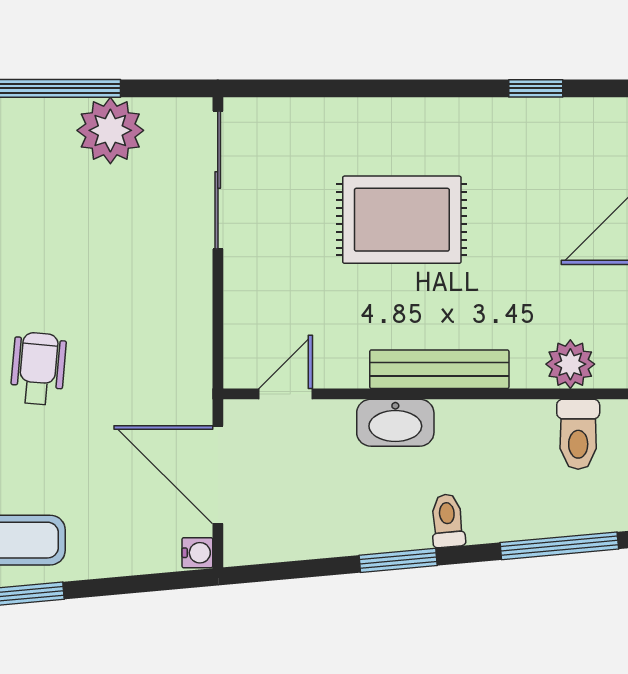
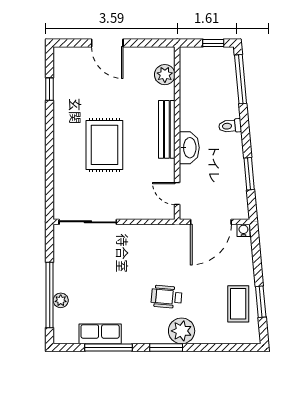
plant: (110, 130) -> (61, 300), moved, width x0.53, depth x0.53
toilet: (578, 434) -> (194, 71), removed
window: (398, 560) -> (249, 174), moved

